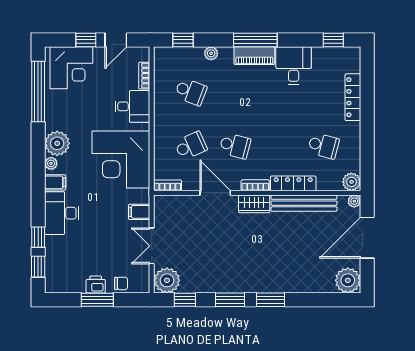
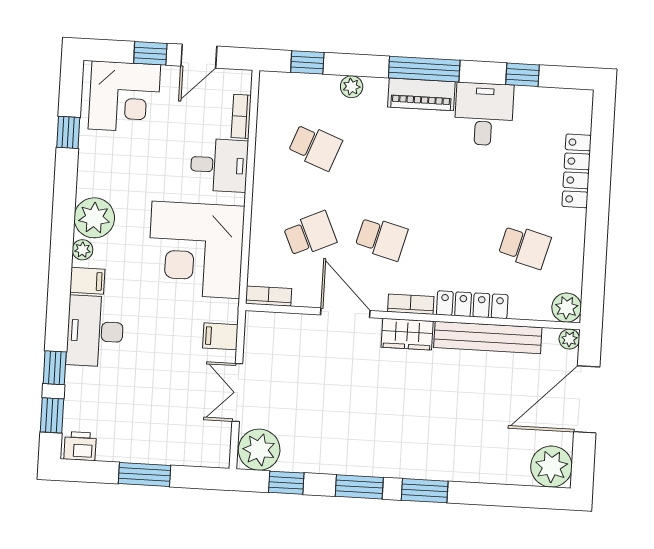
window: (333, 40) -> (522, 75), moved
window: (38, 92) -> (68, 132), width x0.32
chair: (121, 283) -> (185, 450), removed
printer: (96, 284) -> (80, 446), moved

